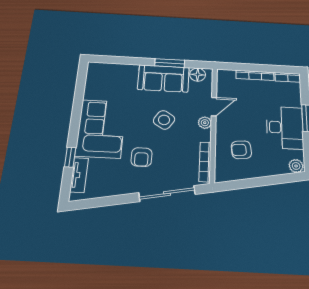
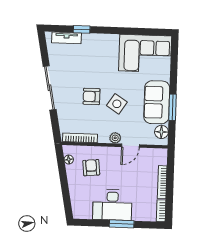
door: (214, 107) -> (130, 146), hinge flipped
corner sofa: (101, 129) -> (145, 53), moved
armchair: (142, 157) -> (91, 96), moved
plant: (296, 166) -> (78, 212), removed
floor lamp: (232, 175) -> (69, 160), added
sliding door: (167, 193) -> (50, 88), moved

